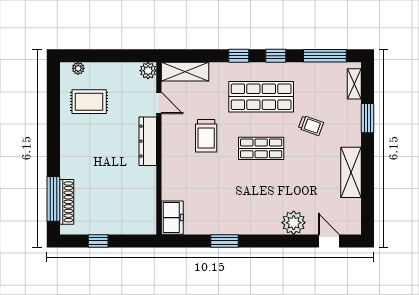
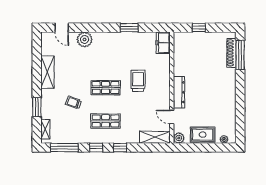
shop shelf: (261, 97) -> (106, 121), width x0.70, depth x0.74
rug: (89, 102) -> (203, 135), moved
trolley: (206, 136) -> (138, 81), moved
window: (98, 241) -> (199, 28), moved

